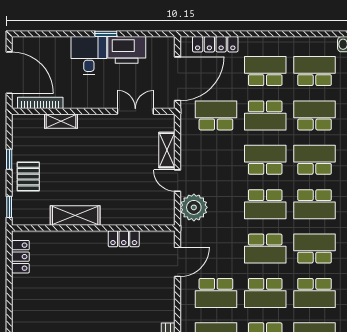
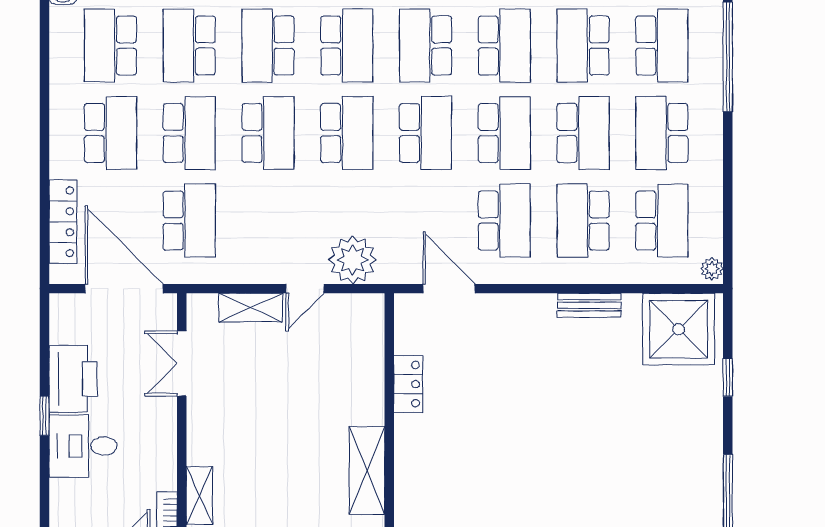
school desk: (265, 71) -> (110, 133), turned 180
school desk: (216, 115) -> (189, 221), turned 180
school desk: (265, 160) -> (268, 133), turned 180

